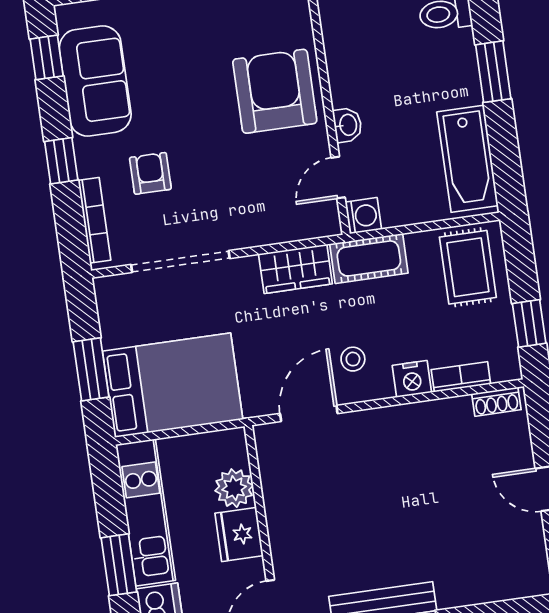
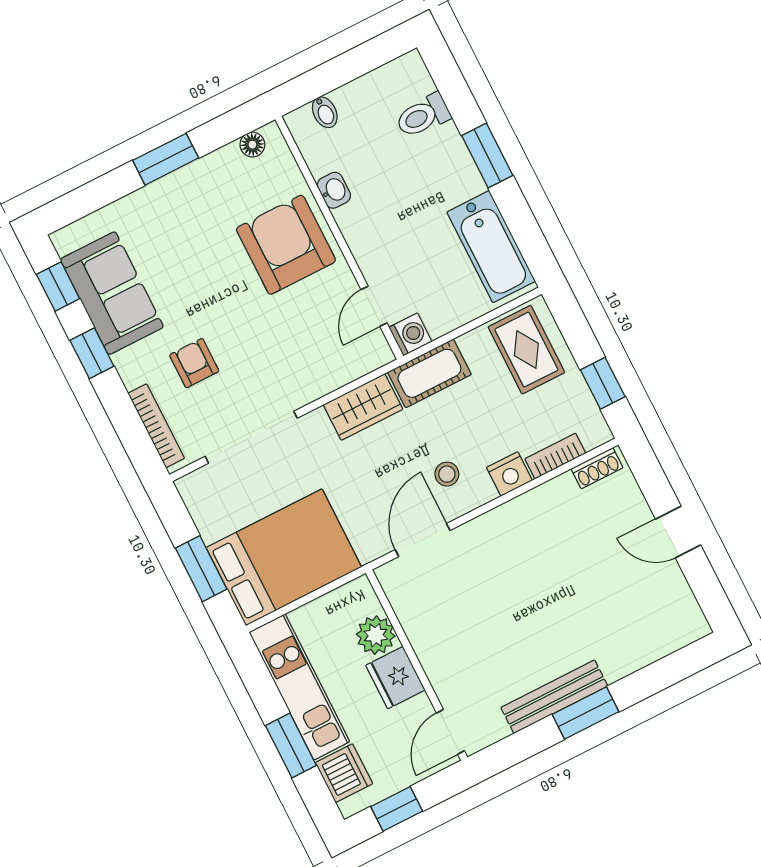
washbasin: (347, 125) -> (334, 190), moved
window: (61, 161) -> (92, 353), moved

